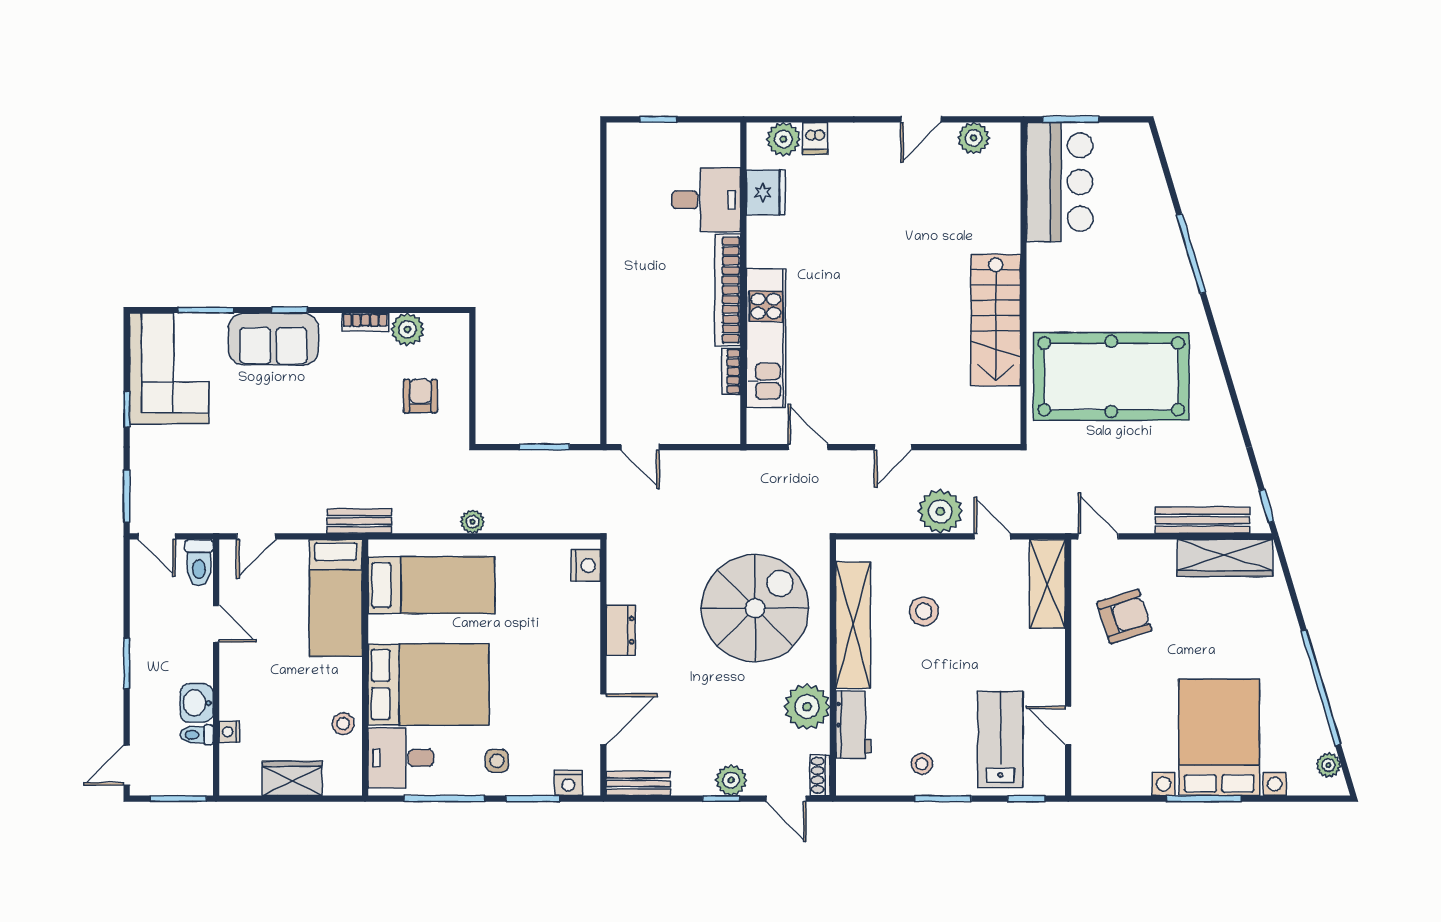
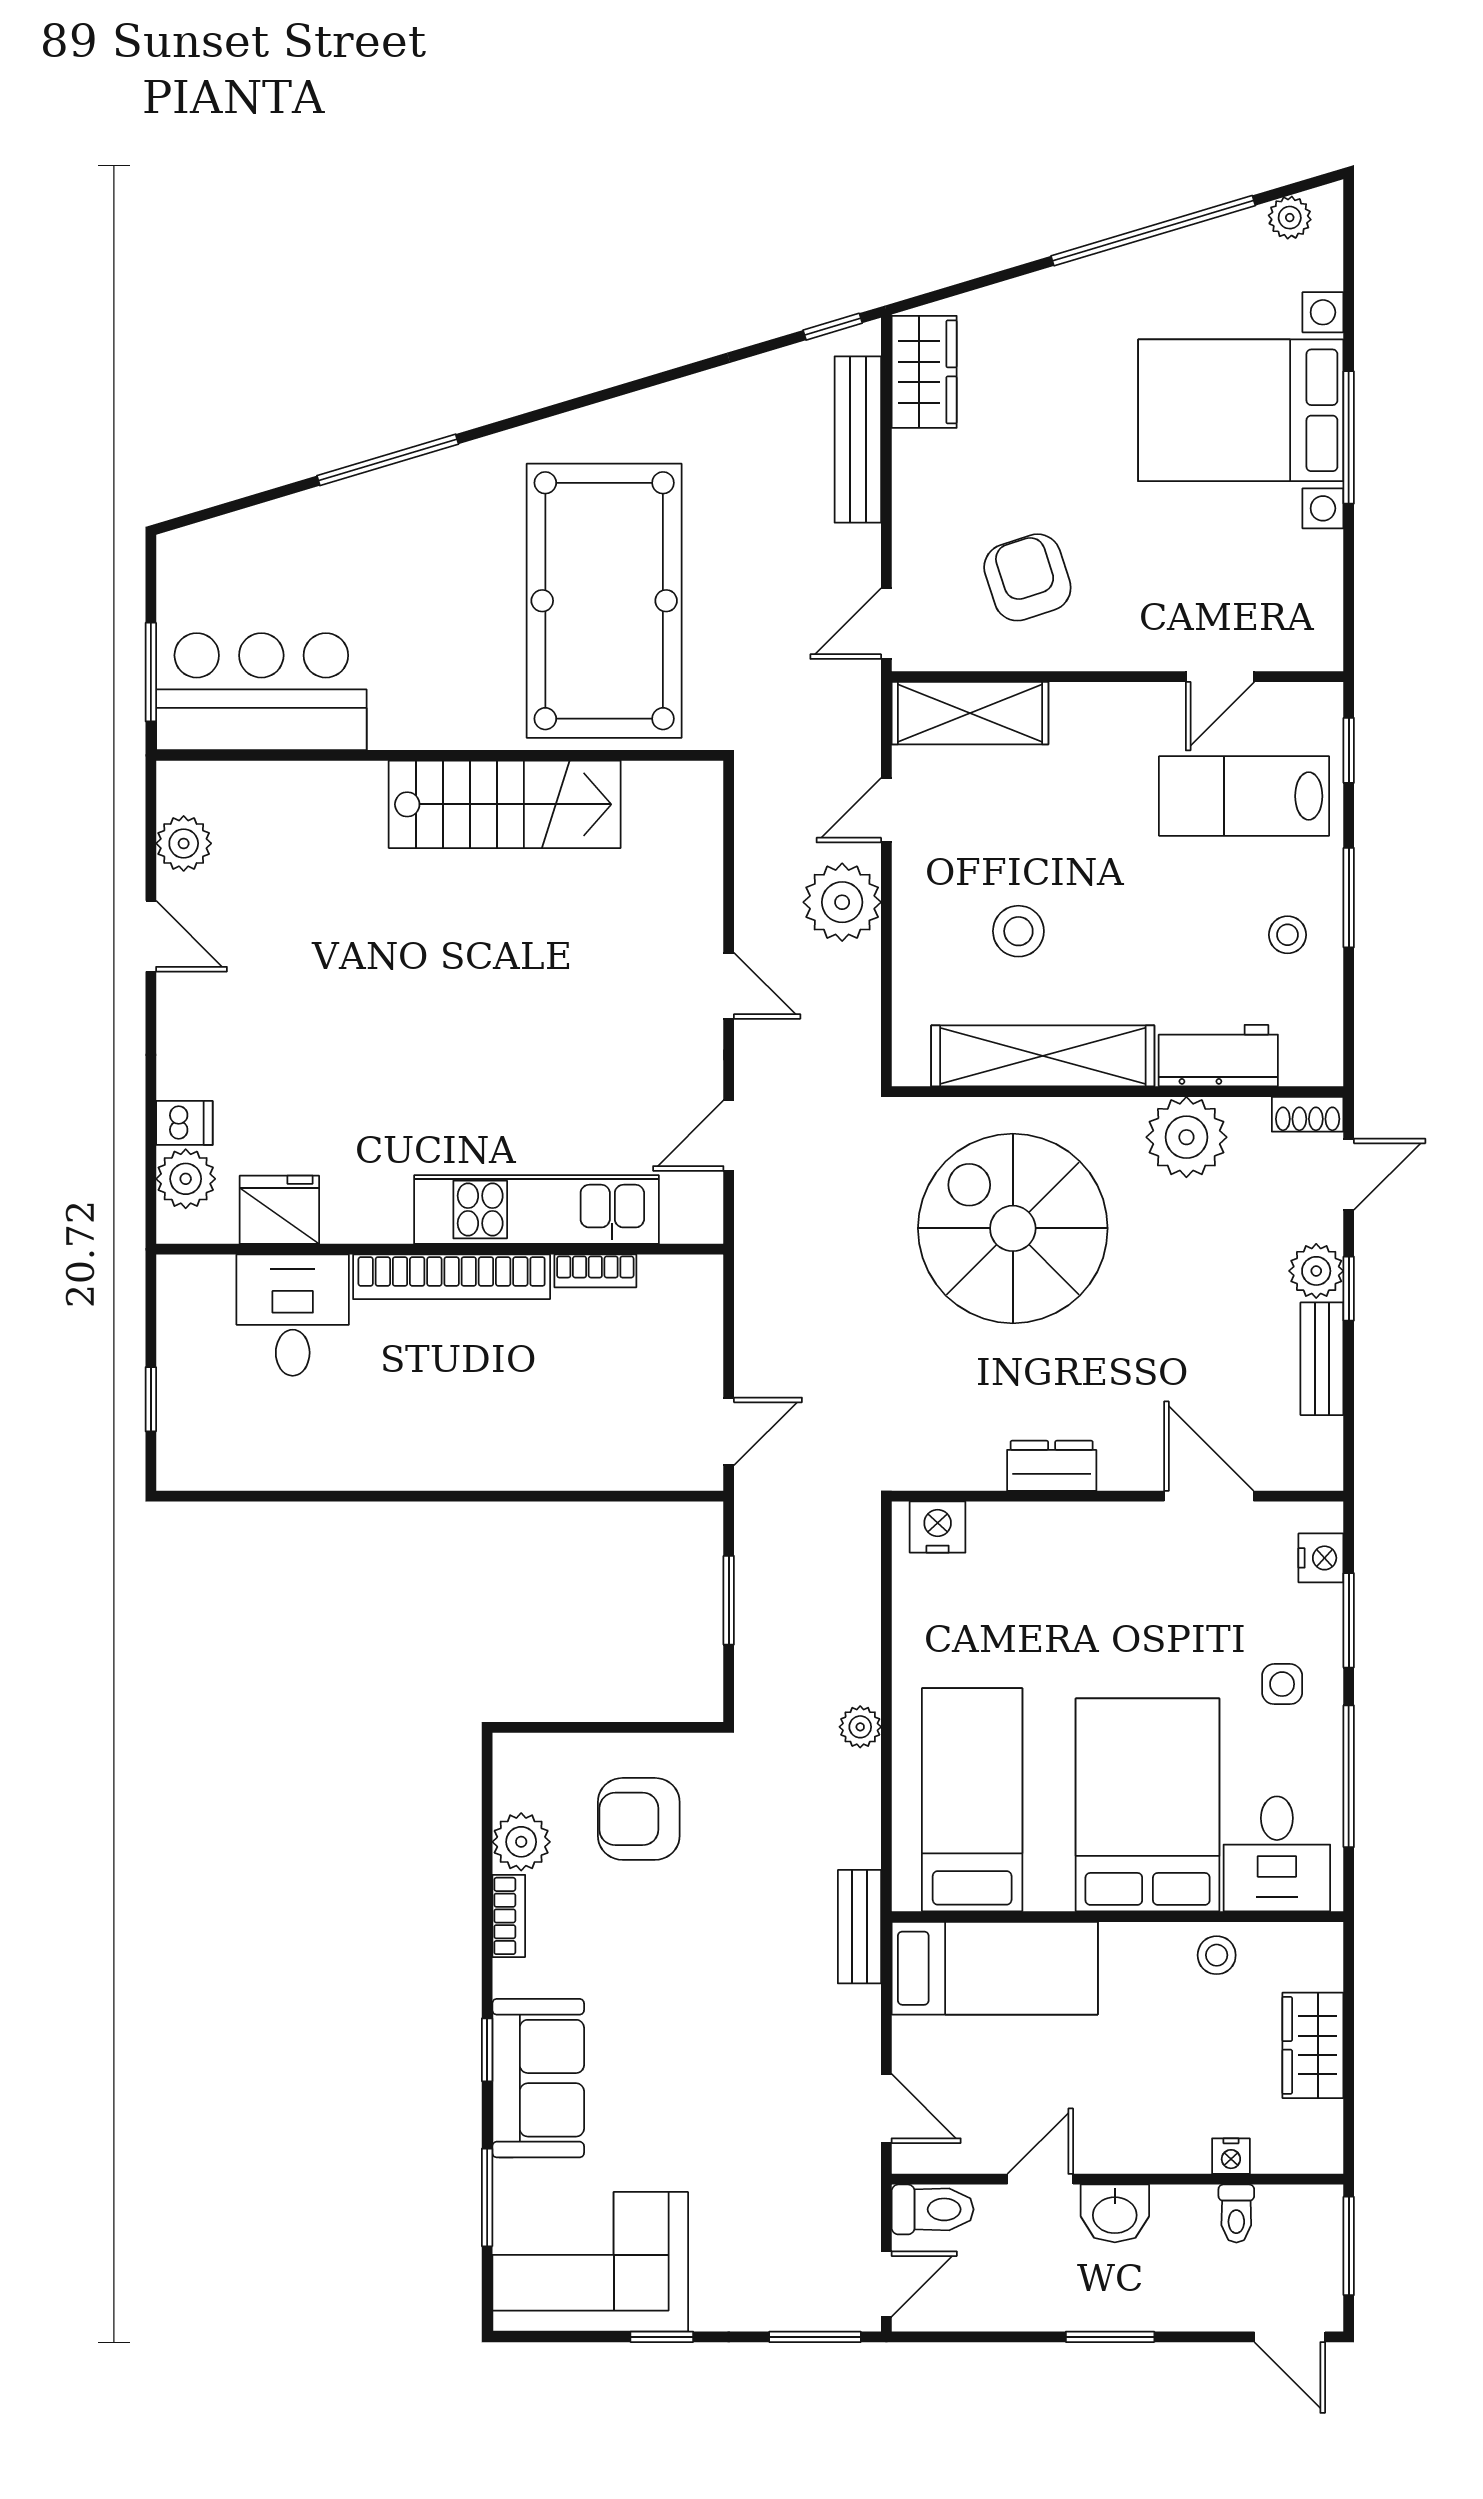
armchair: (420, 396) -> (639, 1819), width x1.38, depth x1.38
wardrobe: (1225, 558) -> (924, 372), width x0.67
washbasin: (197, 703) -> (1115, 2213), moved
bench: (638, 783) -> (1322, 1359), moved

